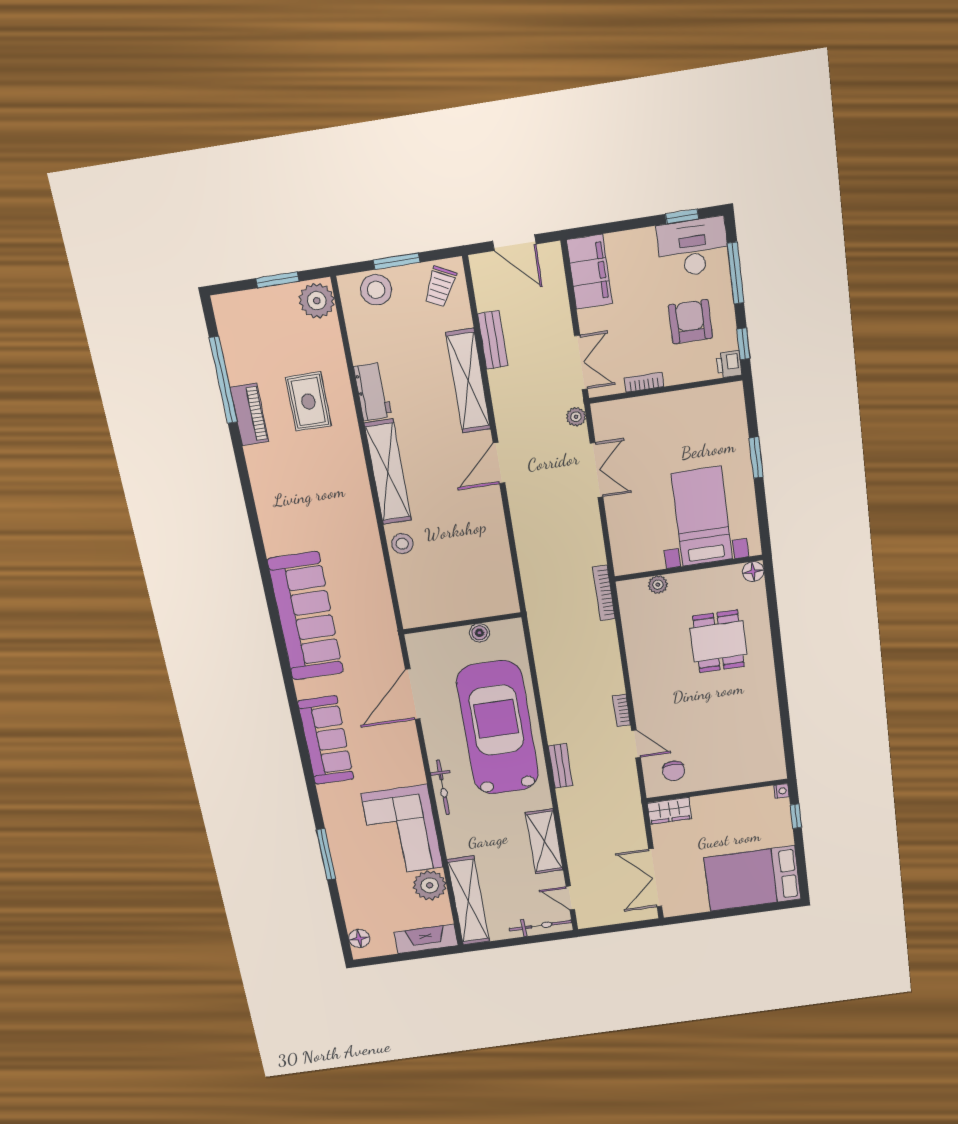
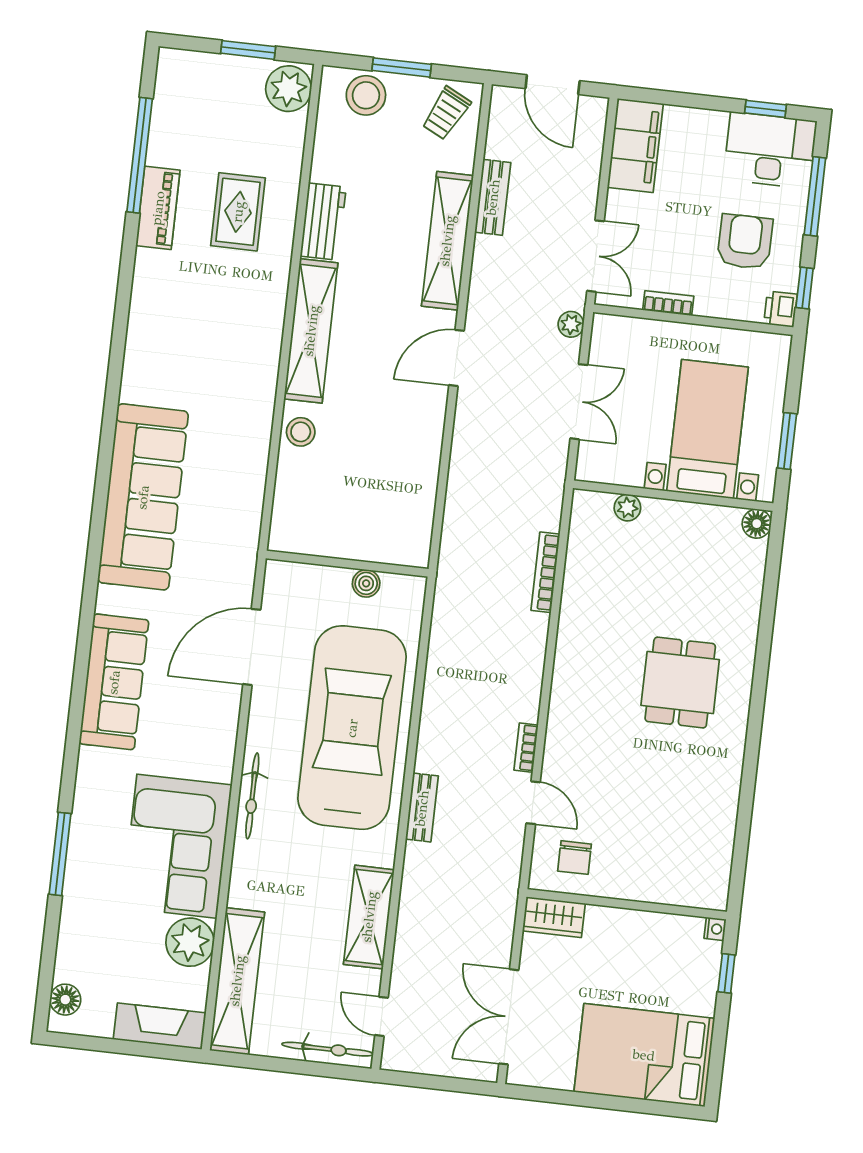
bed with nightstands: (702, 516) -> (707, 429), moved
wall: (689, 568) -> (673, 496), moved
floor lamp: (753, 572) -> (757, 524), moved
plant: (658, 585) -> (627, 508), moved

